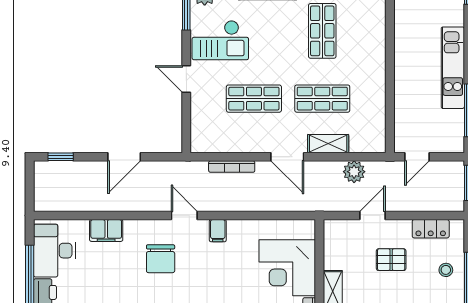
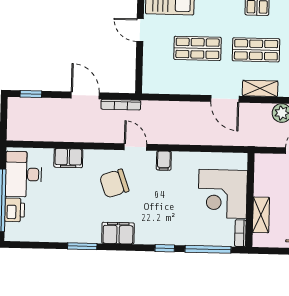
door: (124, 157) -> (85, 95), swing flipped
bookcase: (232, 167) -> (121, 105), moved
chair: (161, 259) -> (114, 183), turned 71

